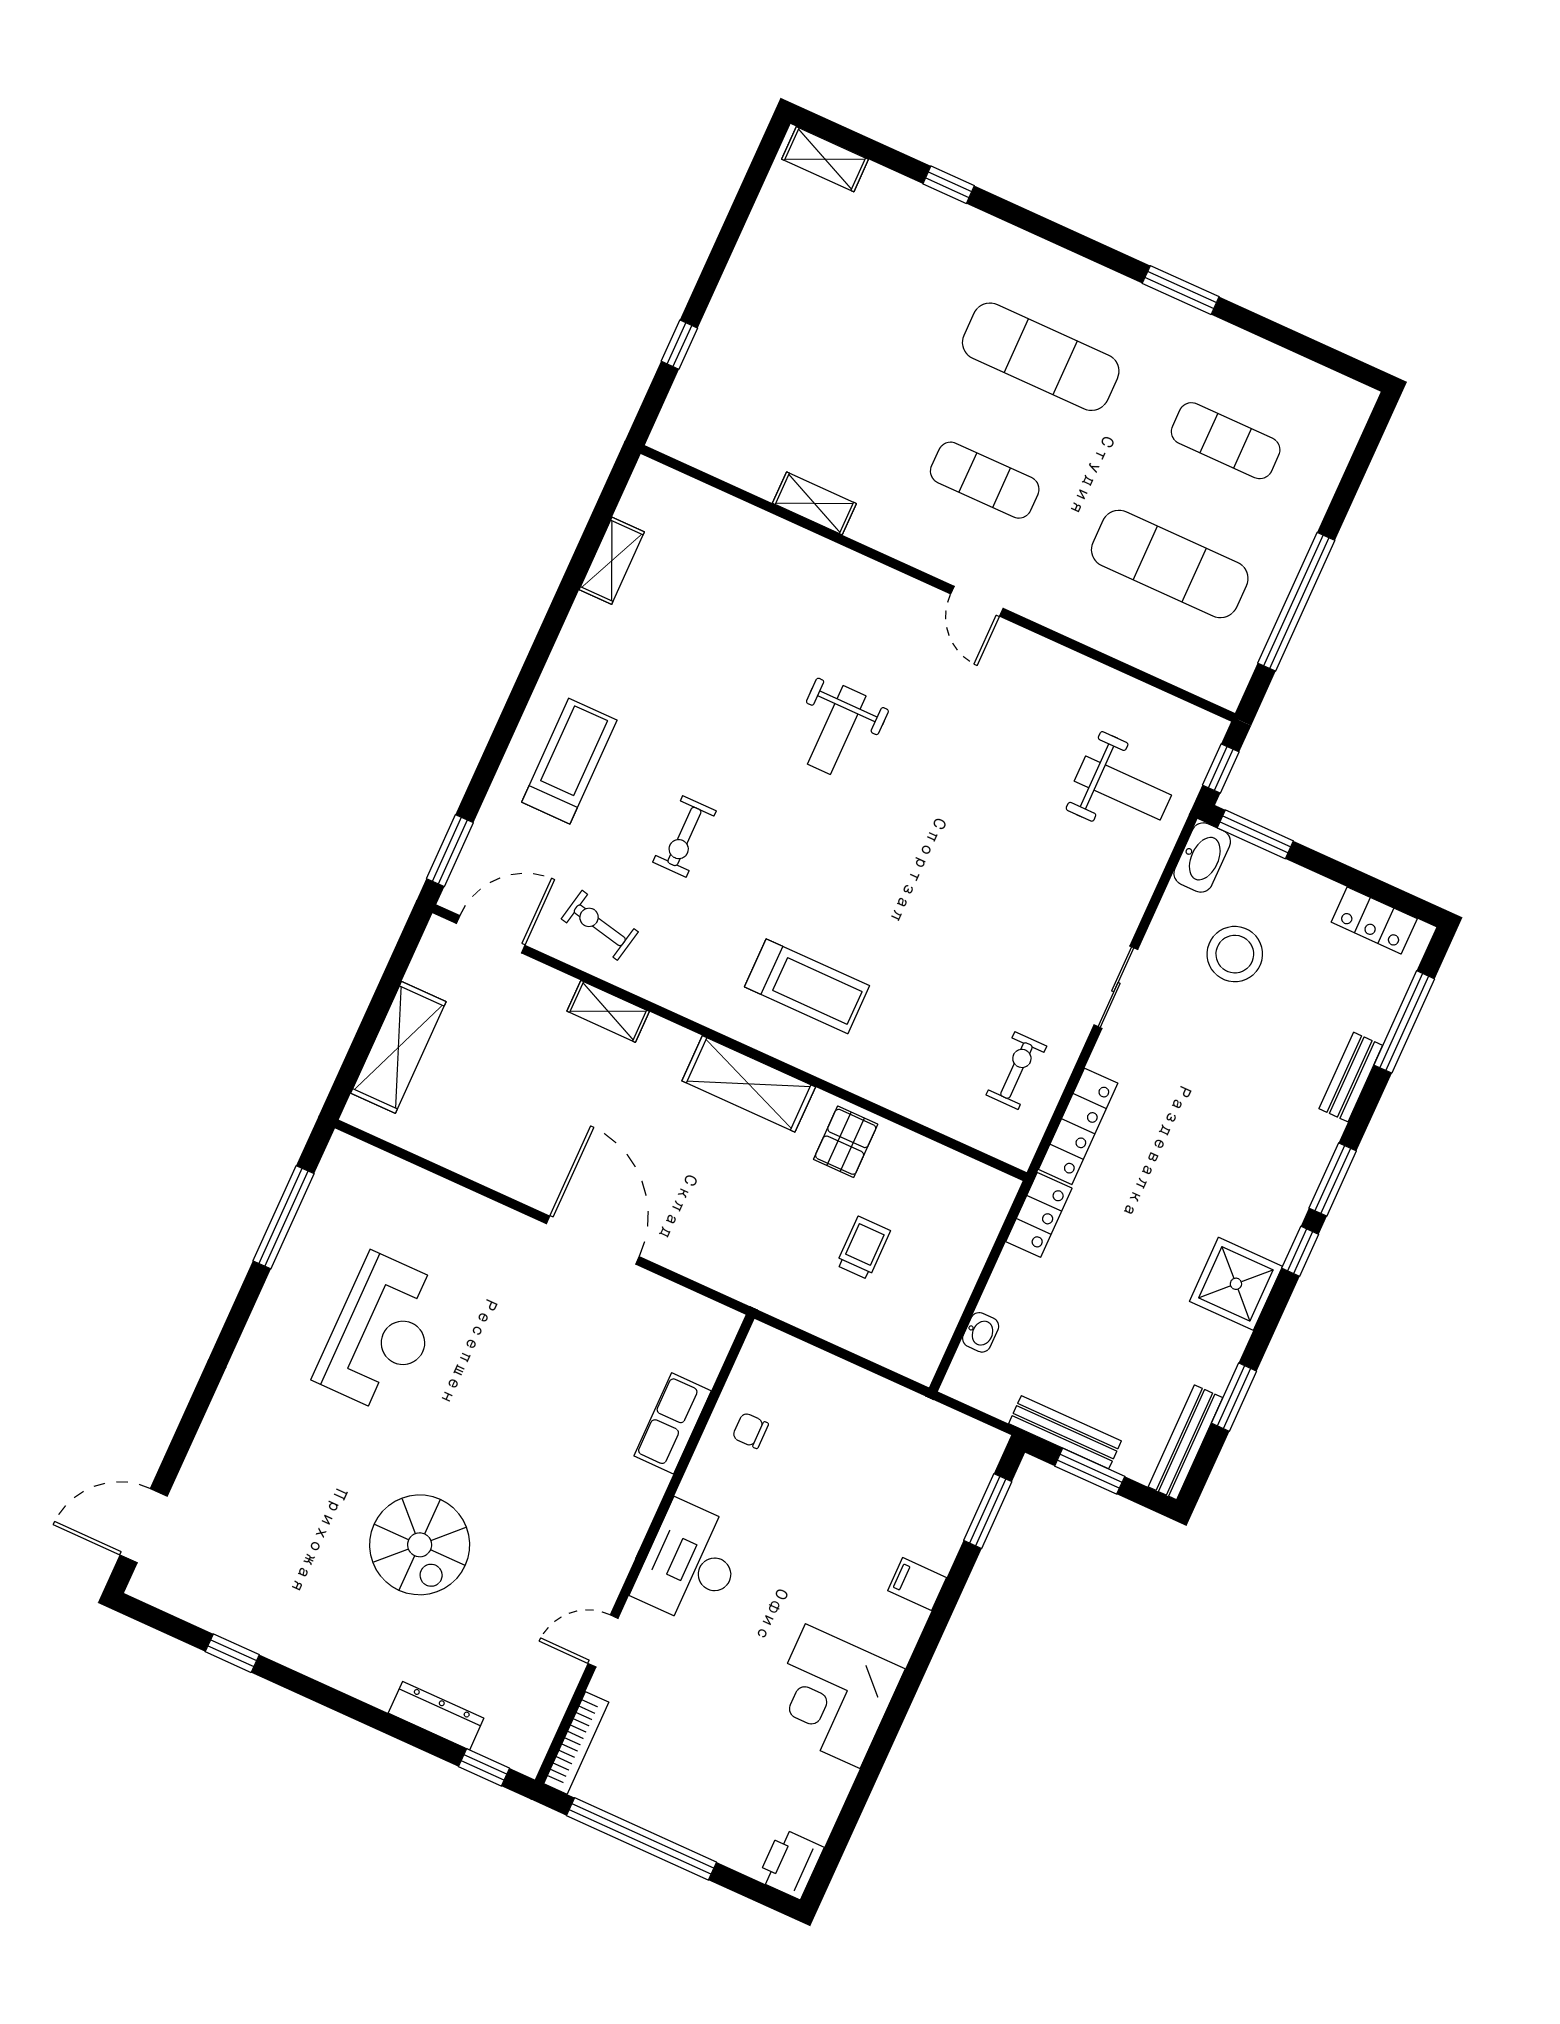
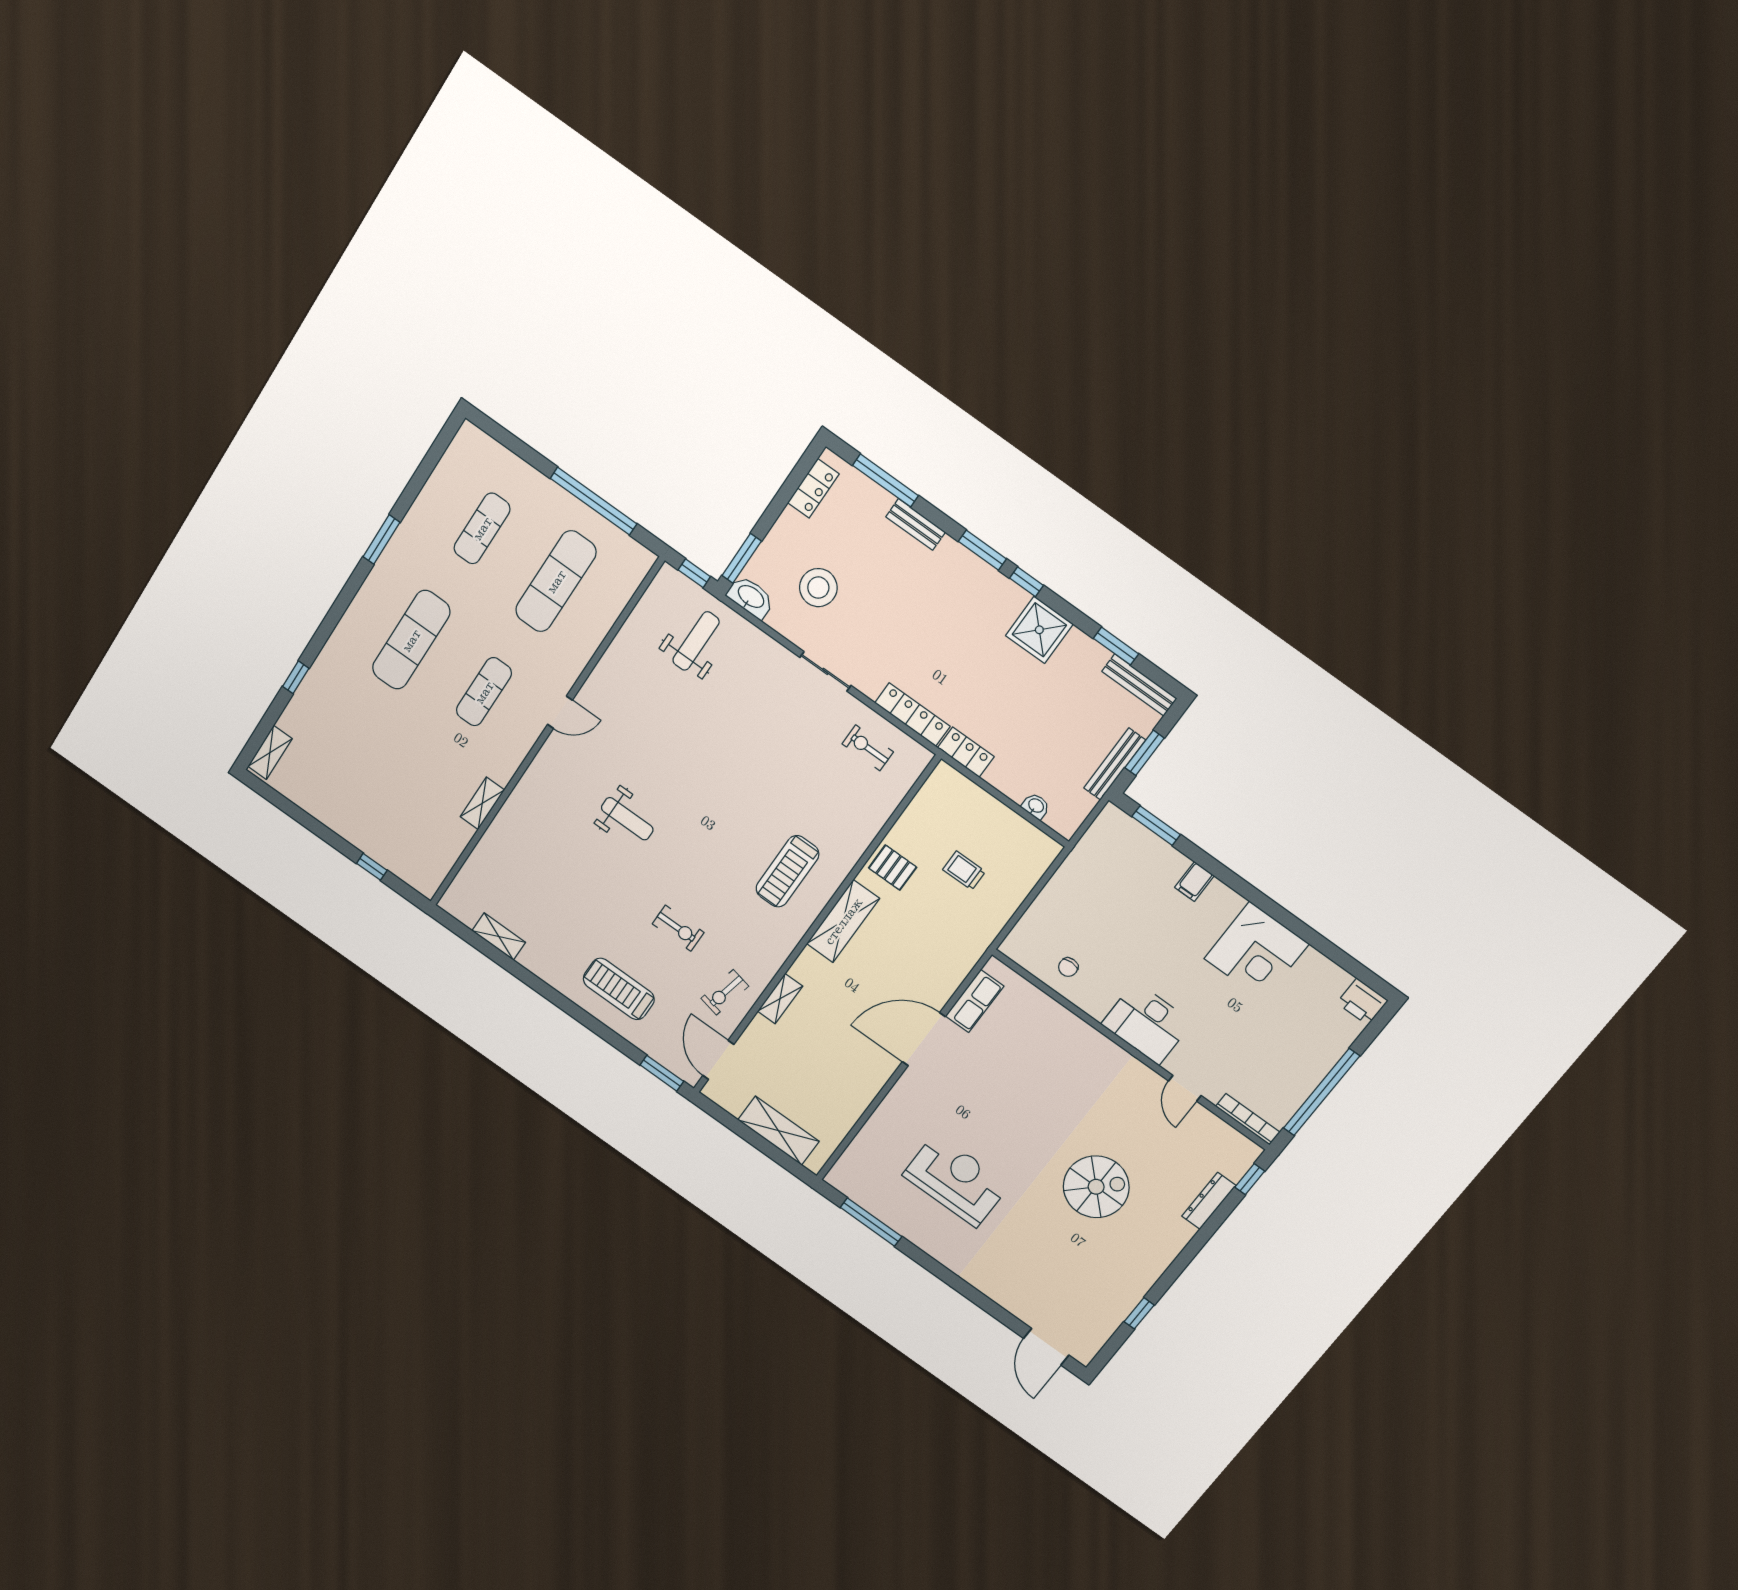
treadmill: (807, 986) -> (787, 871), turned 180
row of seats: (673, 1423) -> (975, 1001), moved, turned -90

